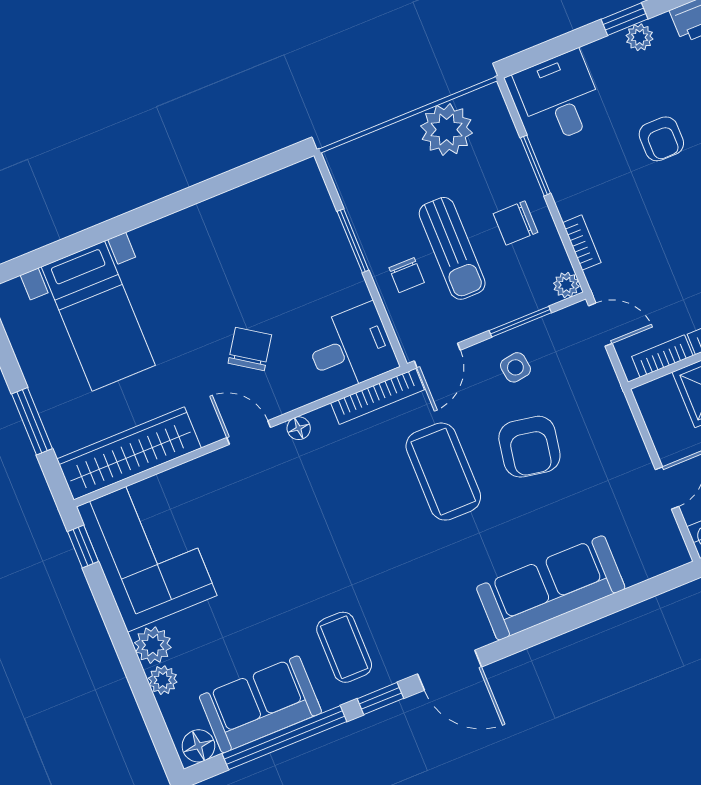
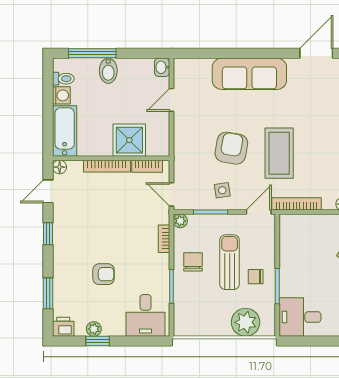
plant: (447, 130) -> (246, 322), moved
armchair: (661, 139) -> (104, 274), turned 90
chair: (515, 223) -> (193, 262), turned -90
chair: (407, 275) -> (256, 277), moved, turned -90
desk: (351, 348) -> (300, 317), moved
door: (450, 670) -> (316, 53), hinge flipped

